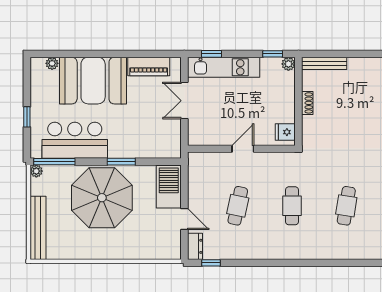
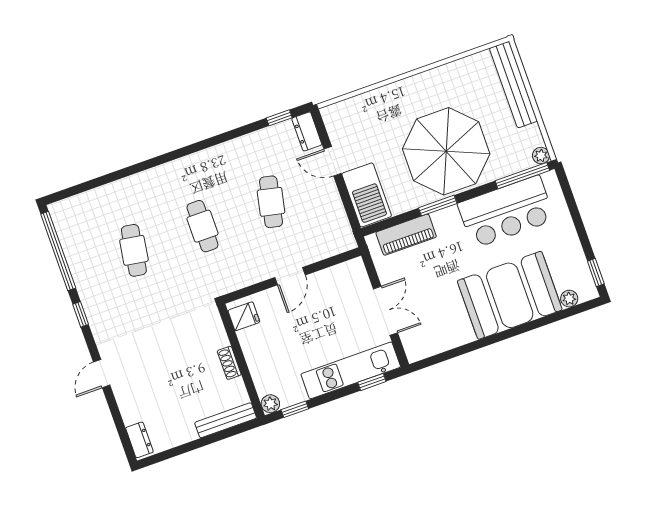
piano: (149, 66) -> (406, 235), moved, turned 180
window: (27, 117) -> (596, 272), moved

